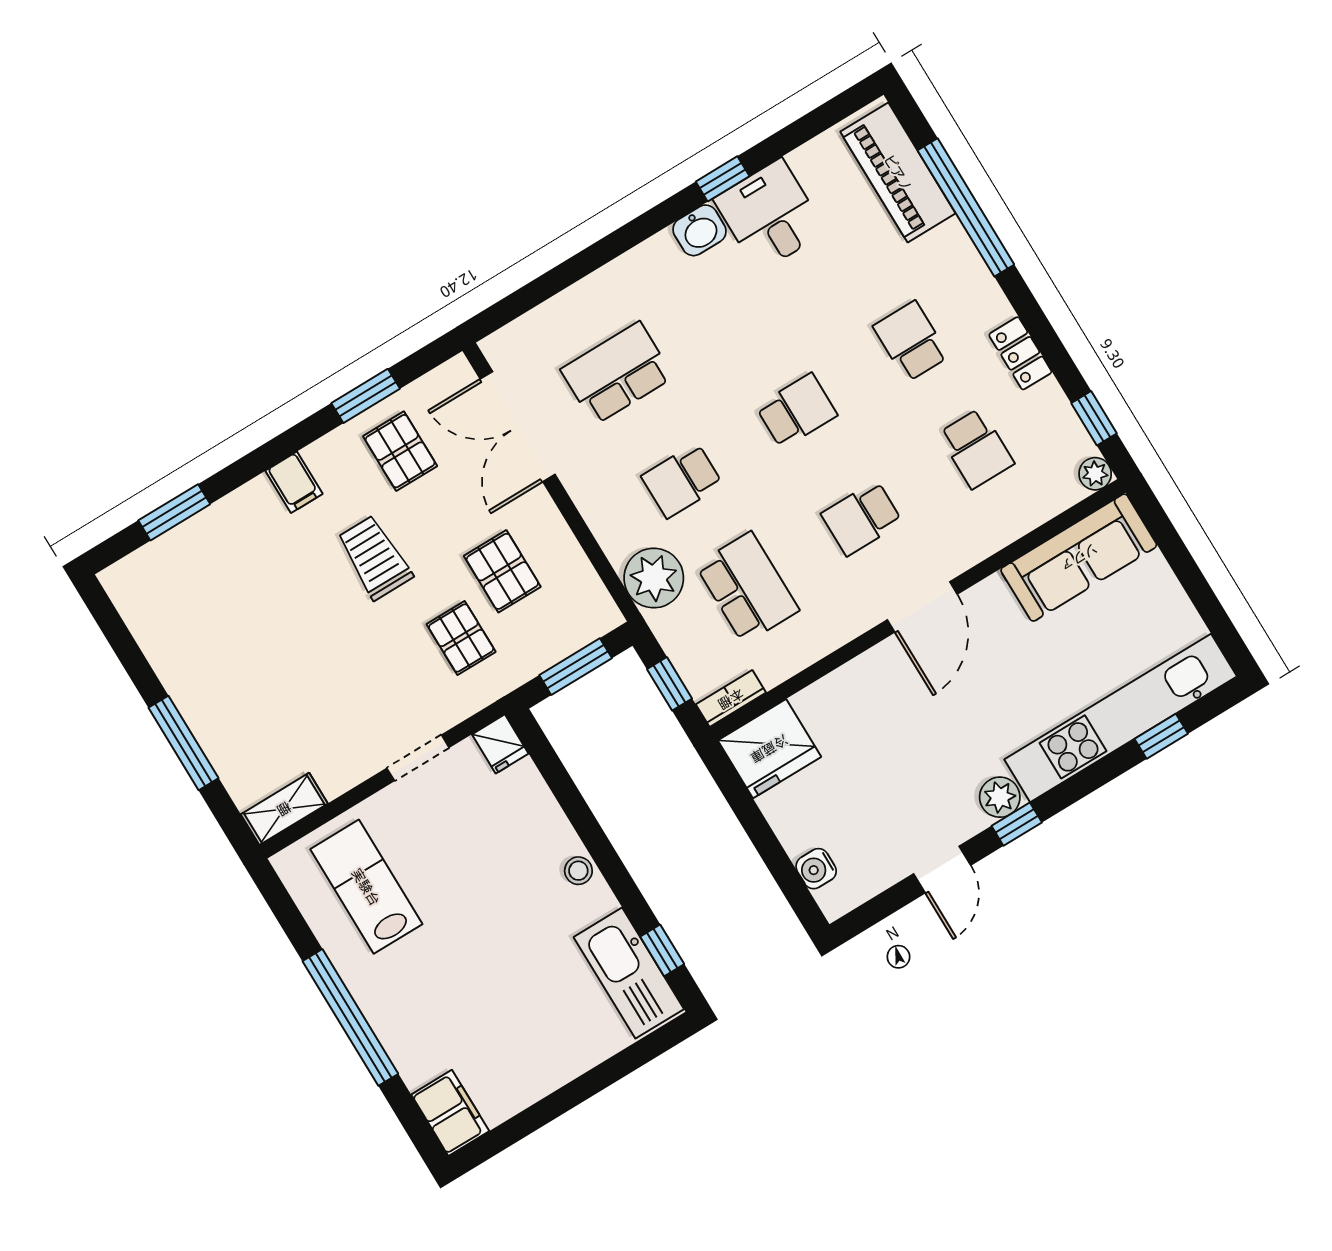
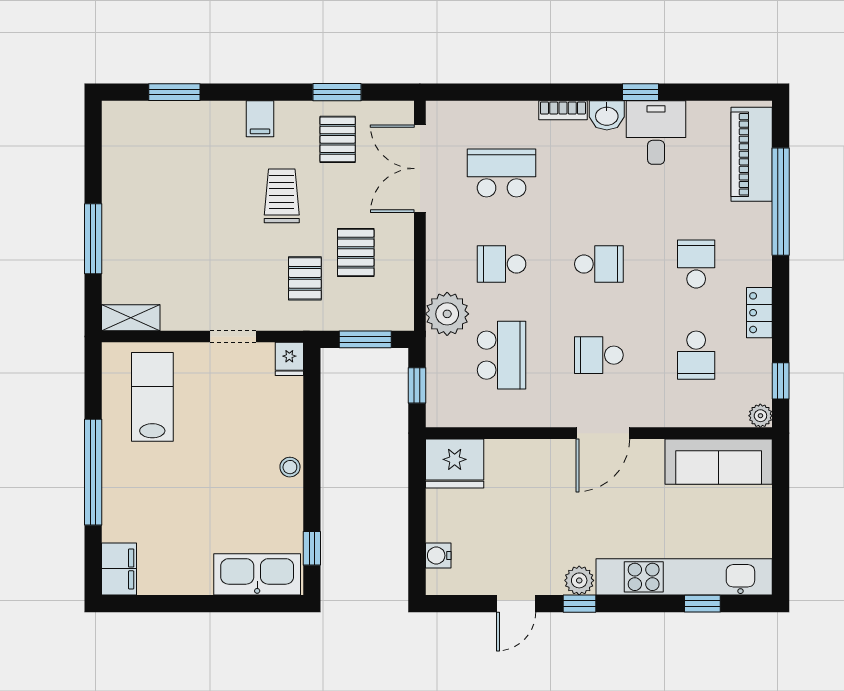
bookcase: (731, 699) -> (563, 110), moved, turned 180
kitchen sink: (629, 973) -> (257, 574), moved, turned 90

